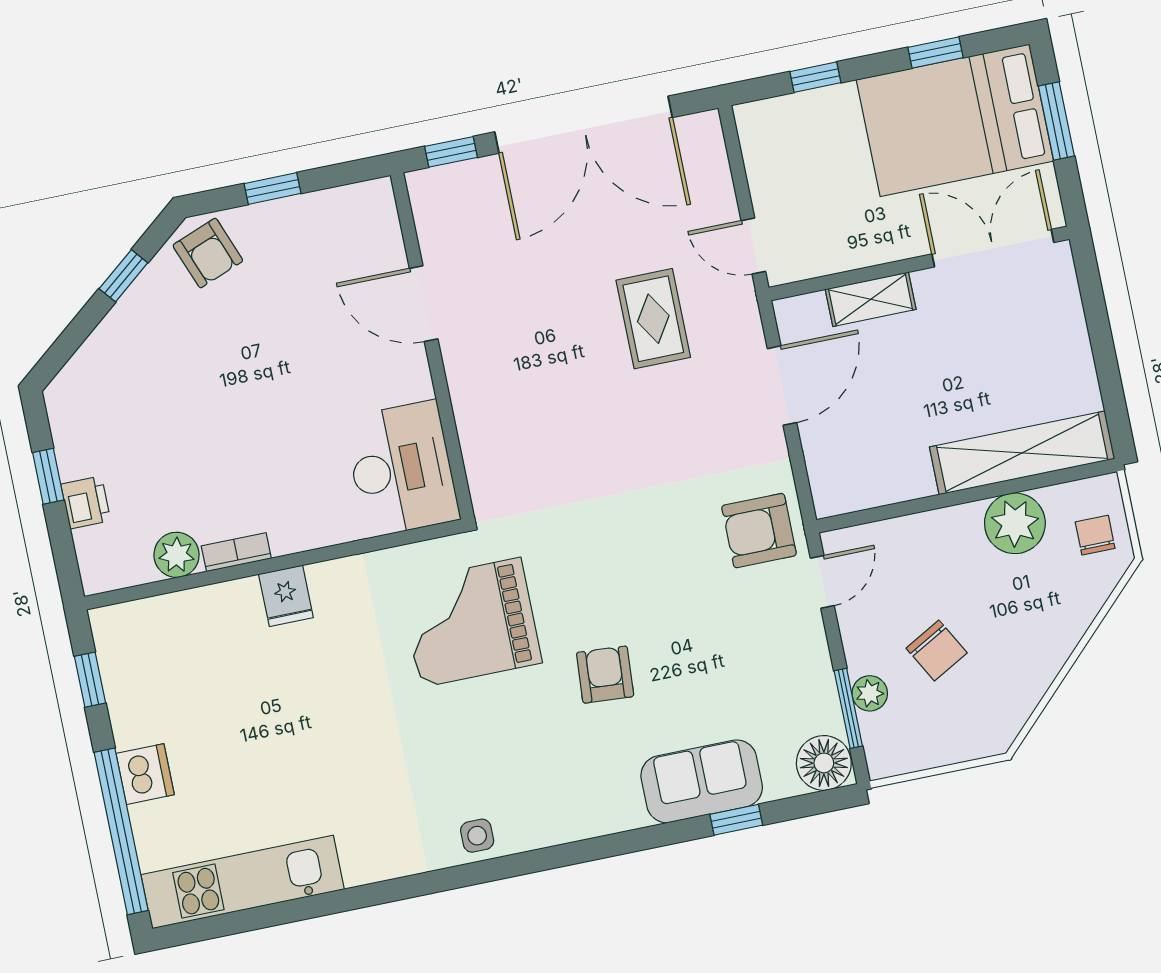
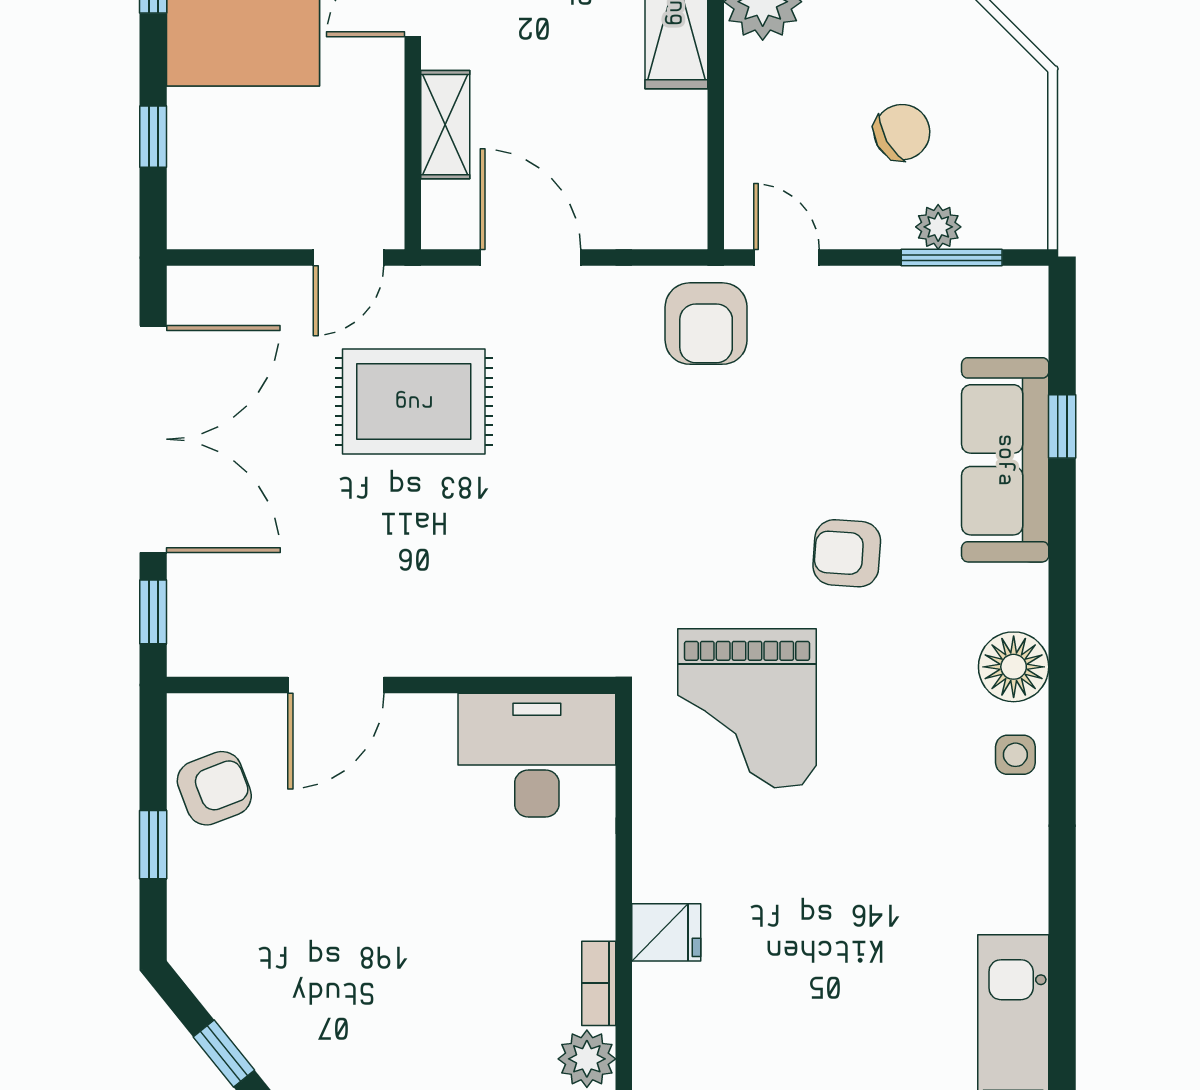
armchair: (208, 253) -> (214, 788), moved
rug: (653, 319) -> (414, 402), width x1.36, depth x1.43
floor lamp: (824, 763) -> (1014, 667), moved
sofa: (702, 781) -> (1005, 460), width x1.36

